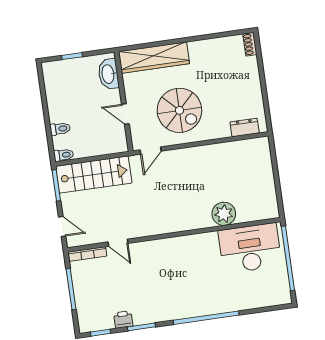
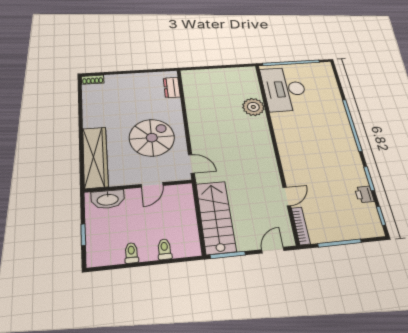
toilet: (64, 155) -> (131, 253), moved

